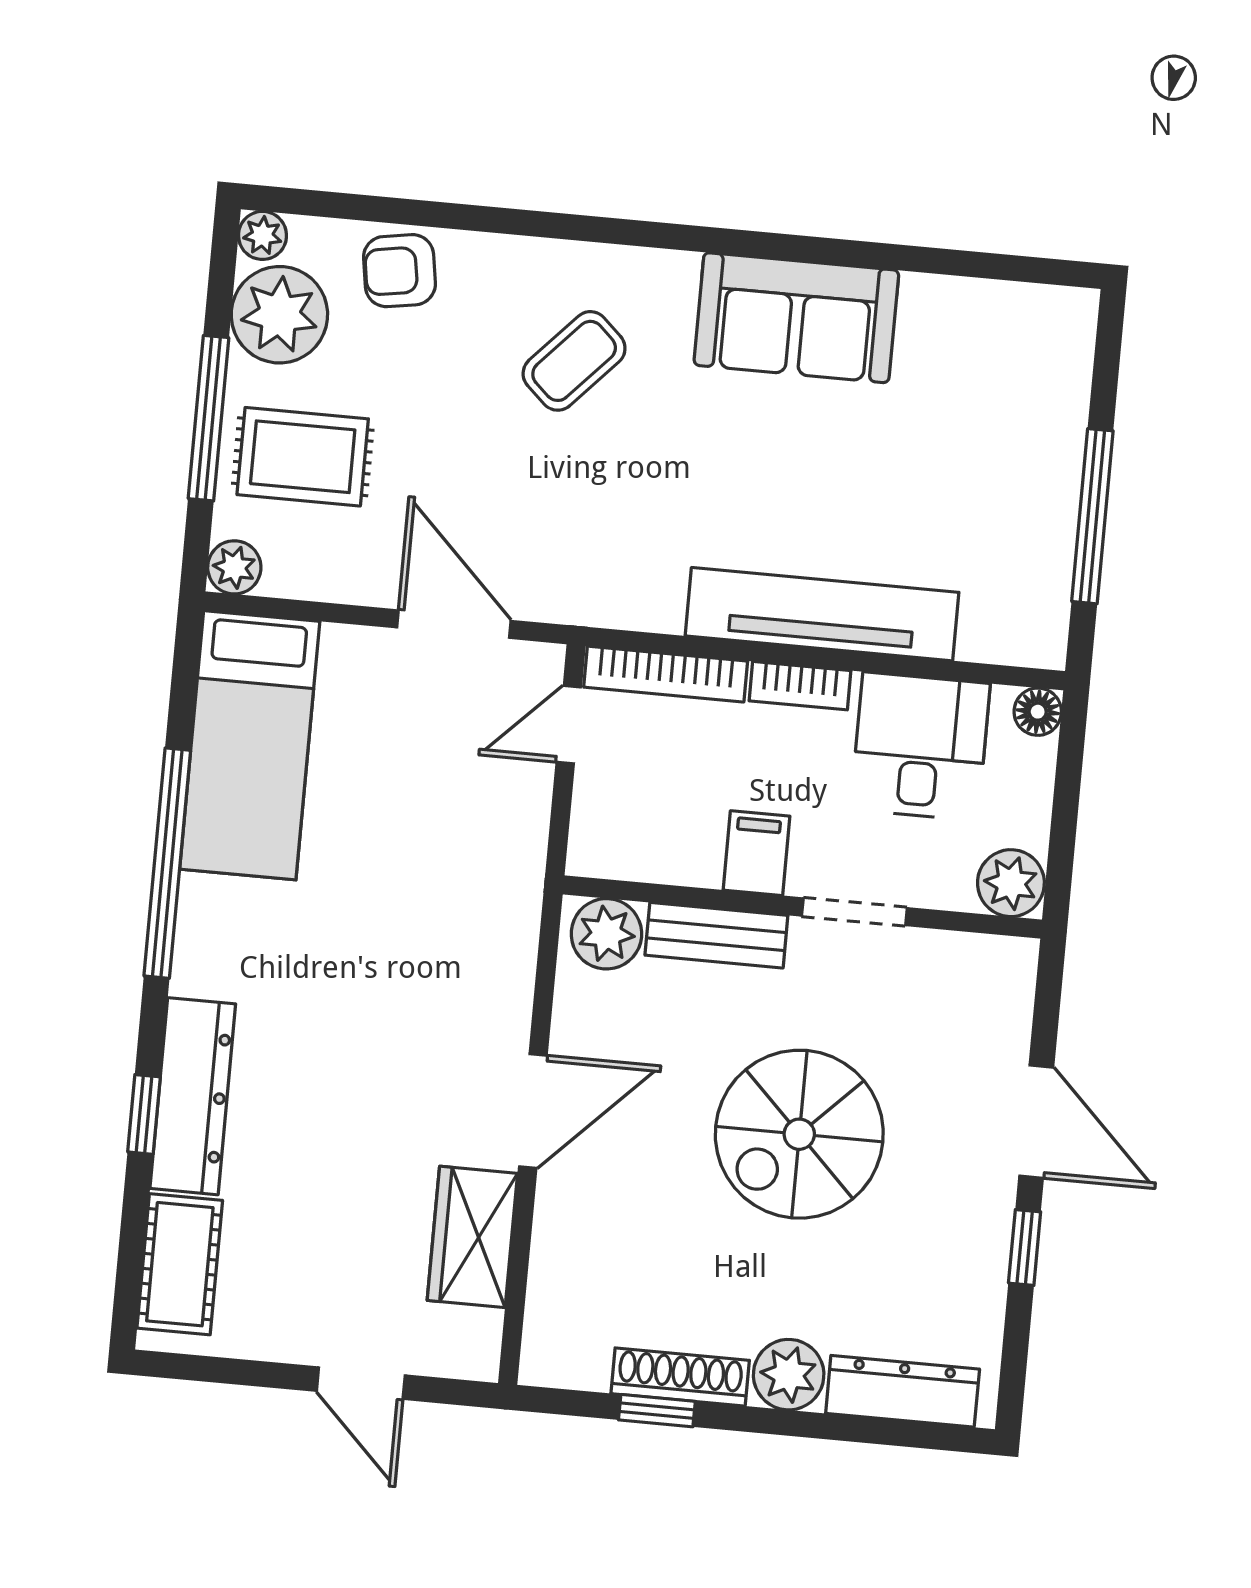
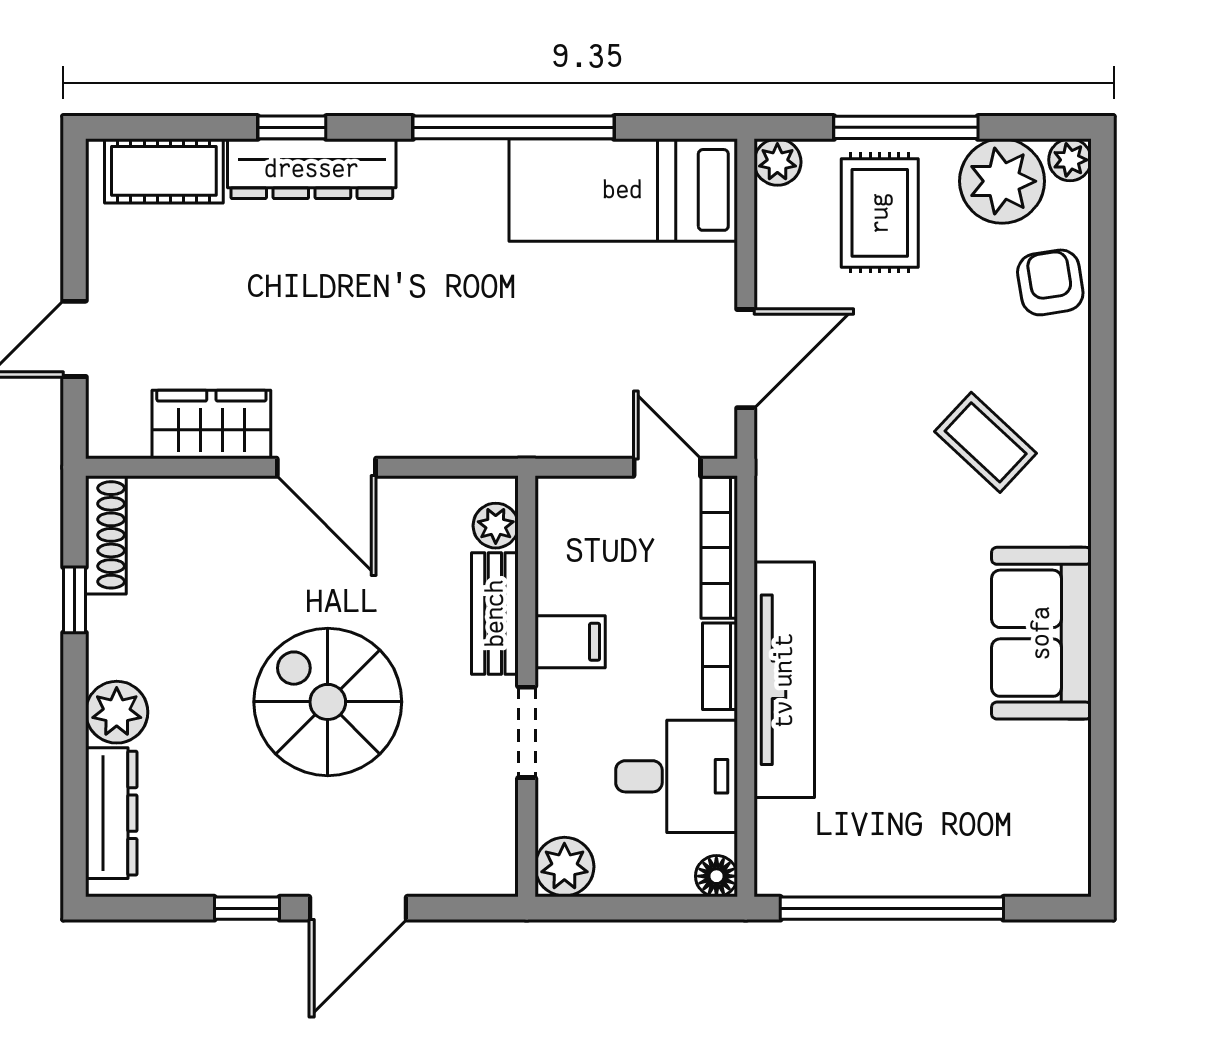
window: (1092, 516) -> (892, 908), width x1.46
plant: (606, 934) -> (496, 526), width x0.73, depth x0.73
shoe rack: (680, 1377) -> (106, 535), moved

